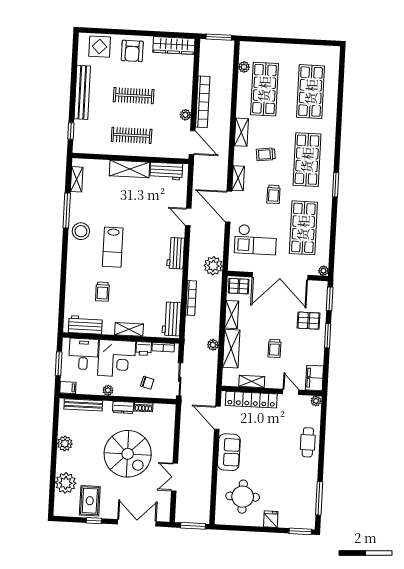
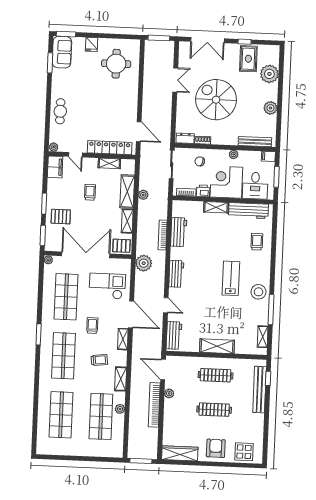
plant: (244, 67) -> (120, 409), moved
bench: (82, 92) -> (260, 390), moved
workbench: (166, 171) -> (174, 335), moved, turned 90
trolley: (102, 292) -> (257, 242), moved
workbench: (172, 319) -> (179, 232), moved
workbench: (85, 325) -> (249, 211), width x1.37
dresser: (123, 407) -> (185, 138), moved
sofa: (229, 452) -> (62, 52), moved, turned 180
window: (319, 498) -> (50, 63), width x0.69

